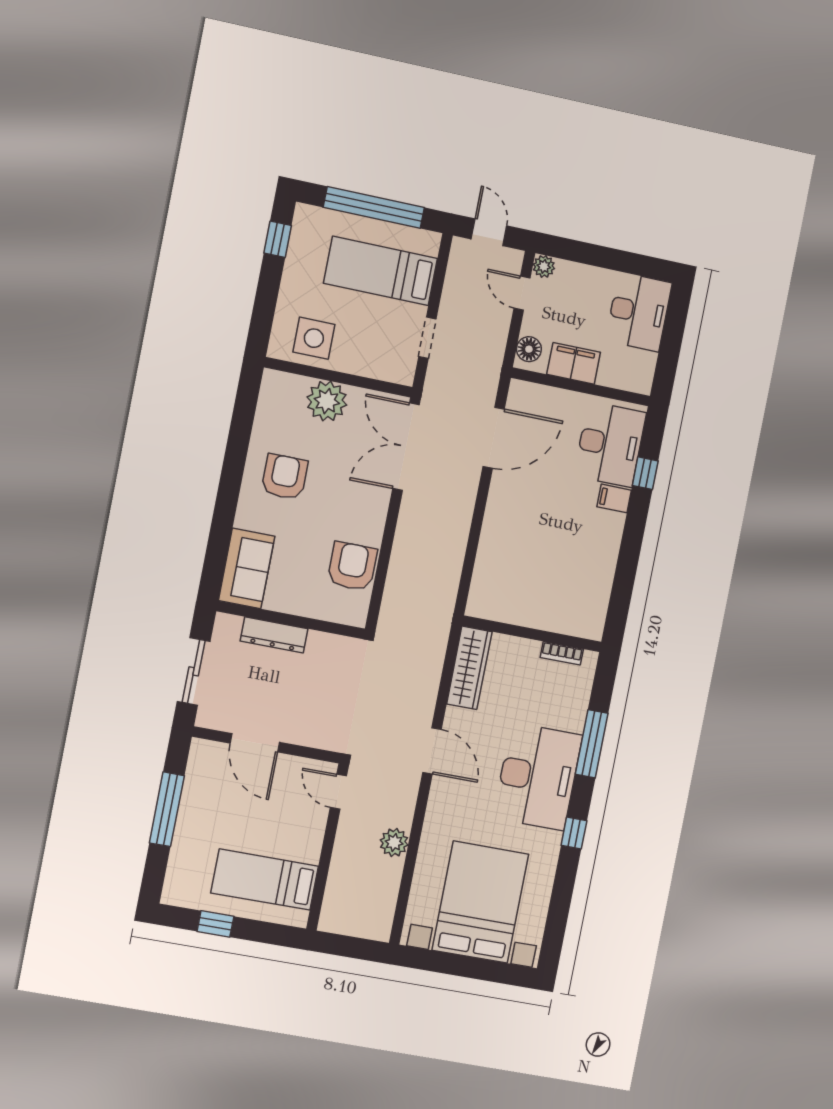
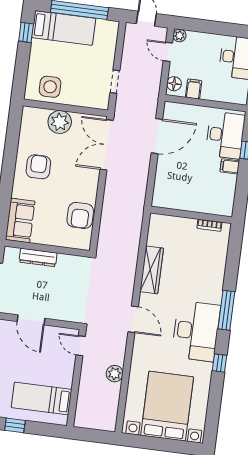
bed: (381, 271) -> (64, 28), moved, turned 180
filing cabinet: (574, 363) -> (194, 89), width x0.50
armchair: (352, 566) -> (80, 215), turned 180
wall: (532, 634) -> (191, 215), moved
bookcase: (562, 653) -> (209, 225), moved

